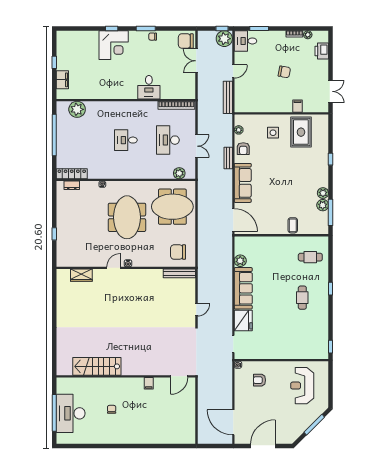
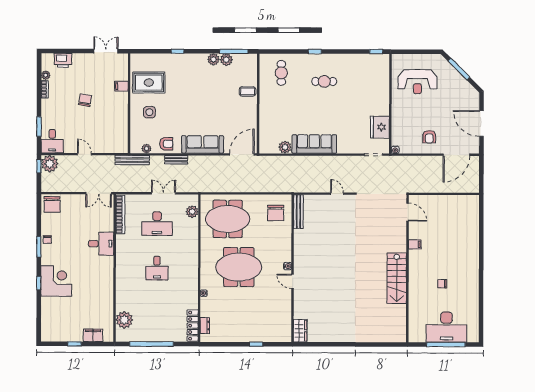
double door: (196, 61) -> (99, 193), moved
bench: (228, 97) -> (132, 160), moved
meeting table: (172, 207) -> (228, 219), turned 90
wardrobe: (81, 275) -> (300, 331), moved
fridge: (243, 320) -> (380, 127), moved, turned -90
stairs: (97, 366) -> (397, 278), moved
armchair: (260, 380) -> (429, 137), moved

